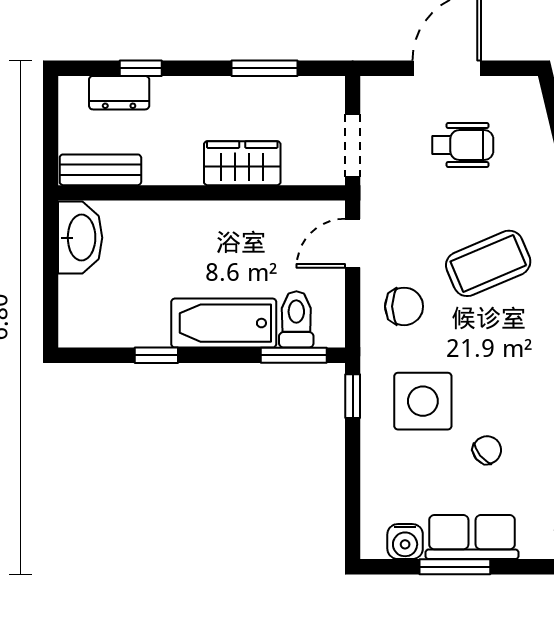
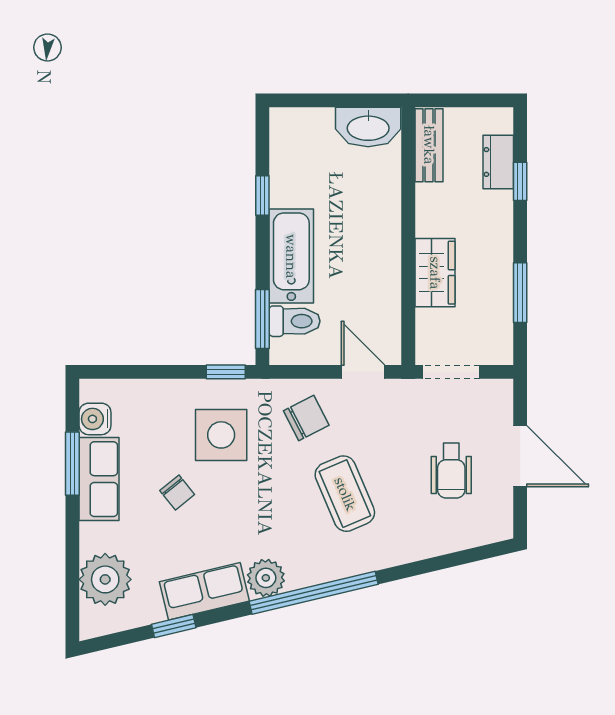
chair: (404, 306) -> (306, 418), turned -117

